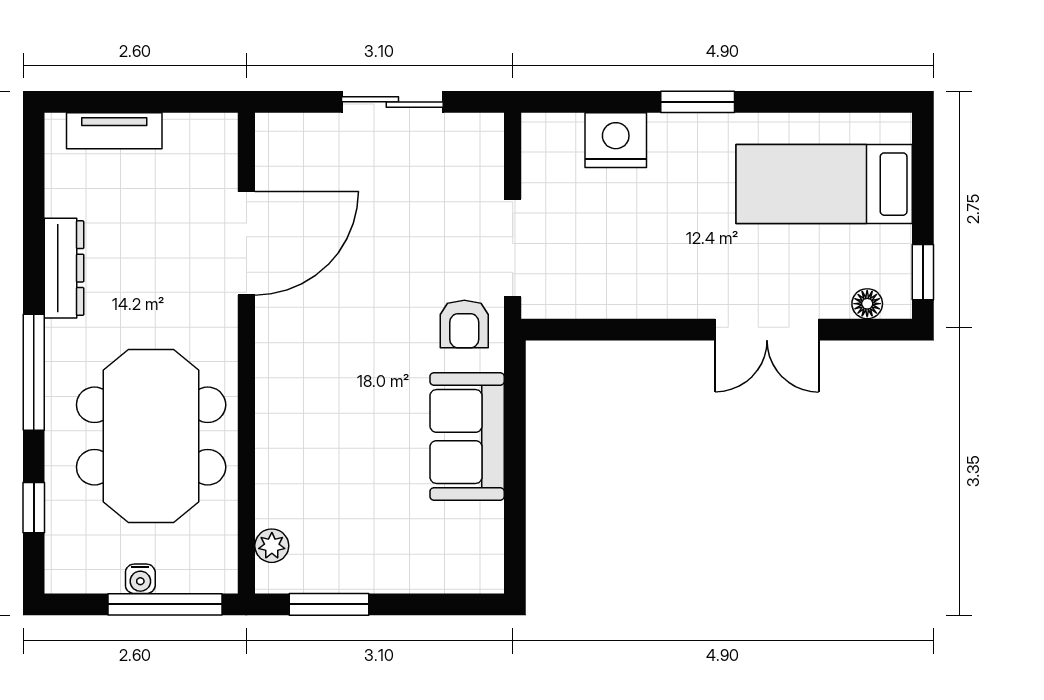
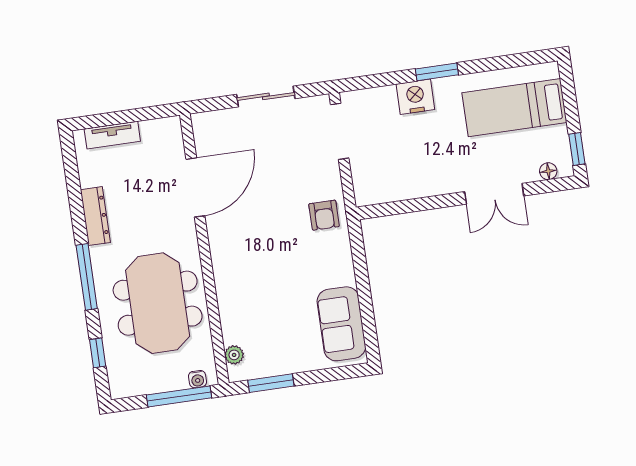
nightstand: (616, 140) -> (415, 97), moved
doorway: (513, 248) -> (340, 131), moved
sofa: (467, 436) -> (341, 324), moved
water cooler: (140, 579) -> (197, 379), moved

